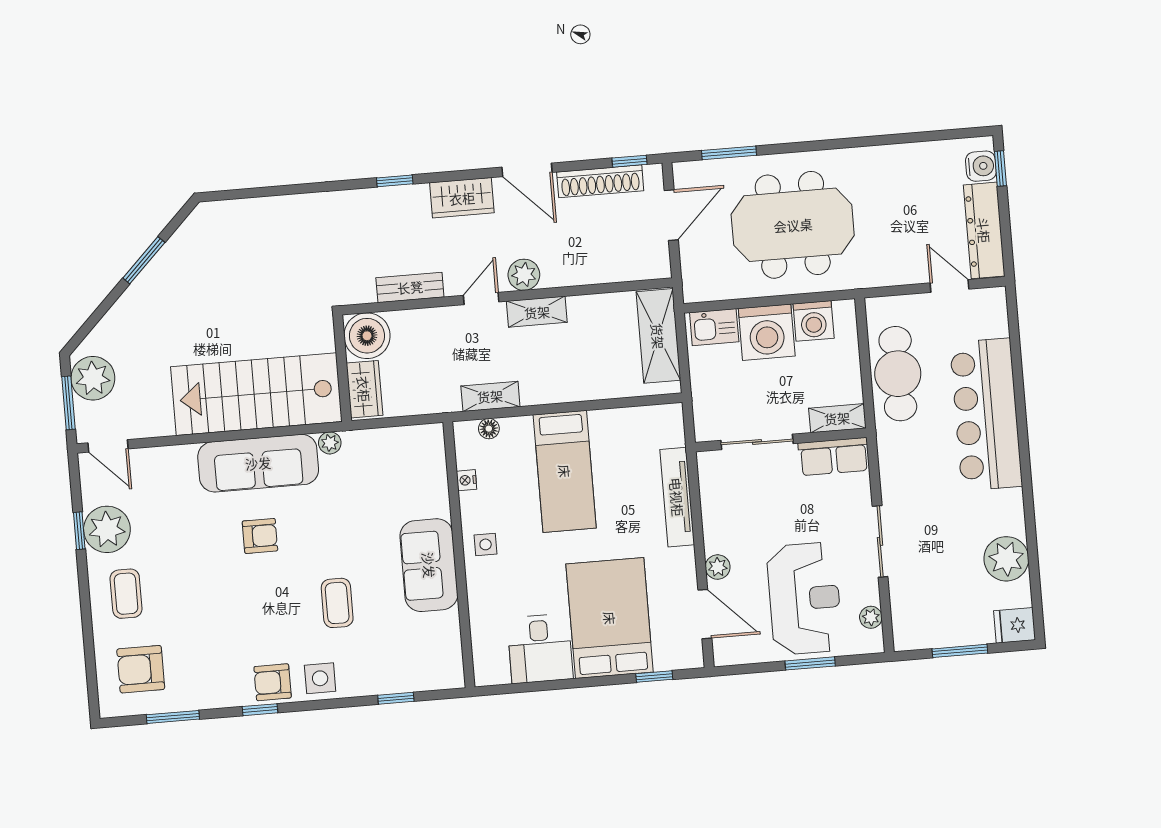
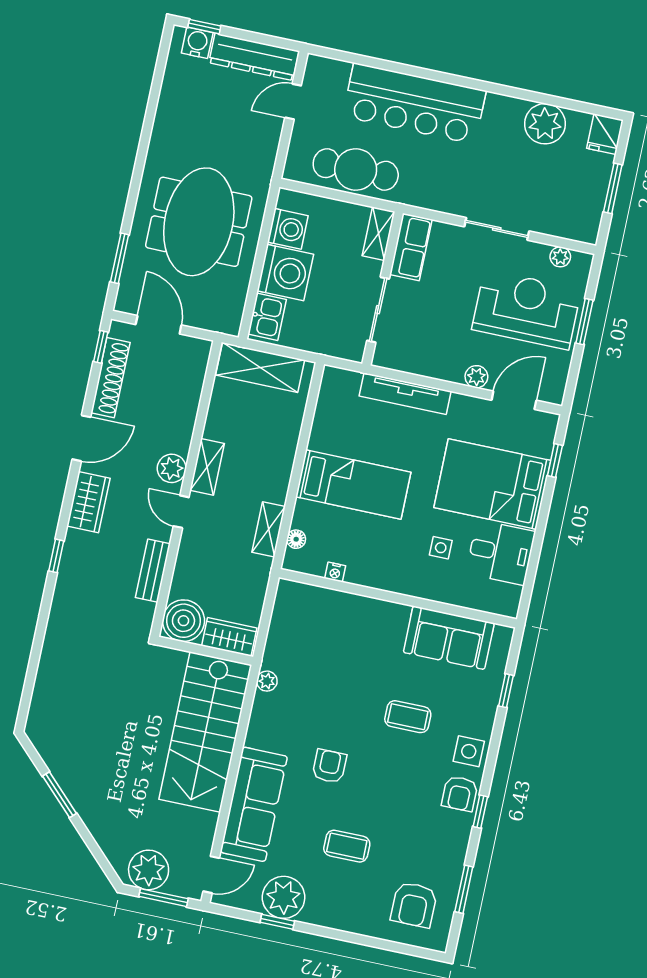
sofa: (258, 463) -> (254, 804), moved
side table: (486, 544) -> (441, 548), moved
sofa: (429, 565) -> (449, 638), moved
coffee table: (126, 594) -> (347, 846), moved

